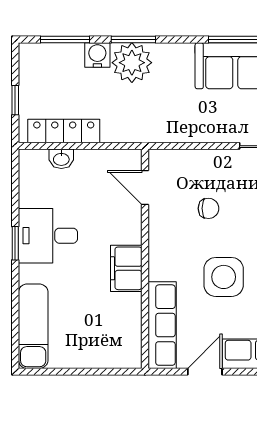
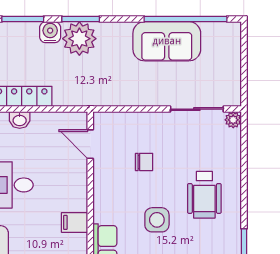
filing cabinet: (126, 268) -> (75, 222), width x0.50
side table: (224, 277) -> (157, 220), width x0.73, depth x0.73

